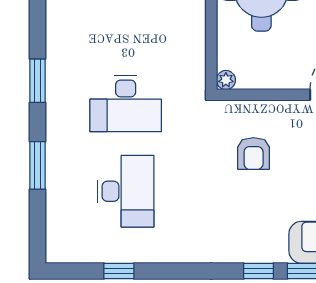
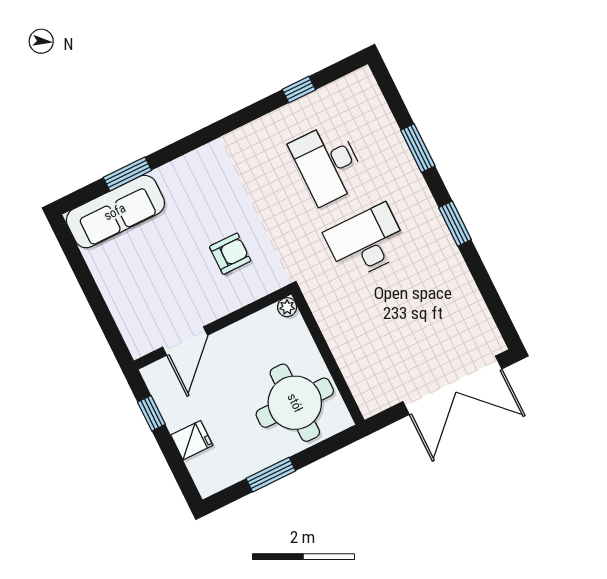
armchair: (254, 153) -> (230, 254), turned 90
window: (259, 271) -> (174, 151), removed

